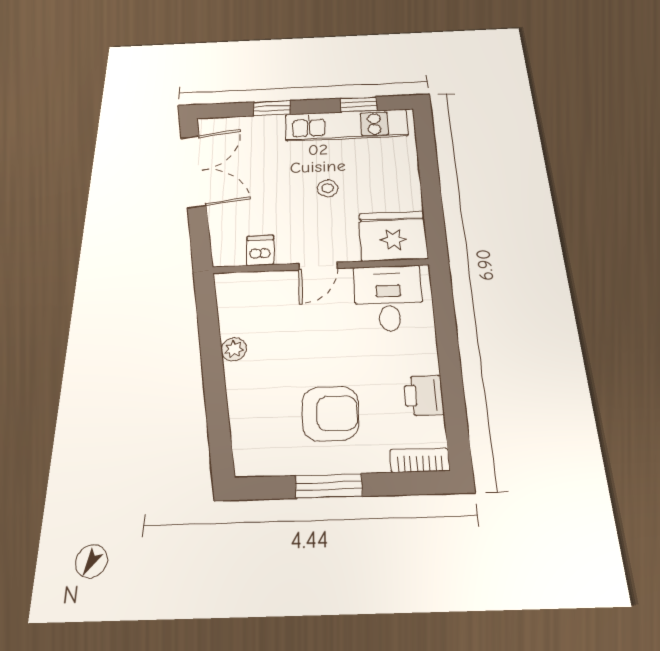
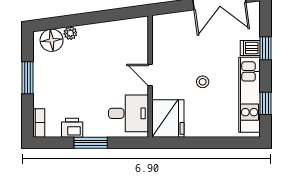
dishwasher: (260, 250) -> (250, 48), moved, turned 180
plant: (234, 349) -> (70, 33), moved
window: (449, 361) -> (91, 143), added
armchair: (330, 413) -> (64, 80), removed
floor lamp: (253, 440) -> (52, 40), added

